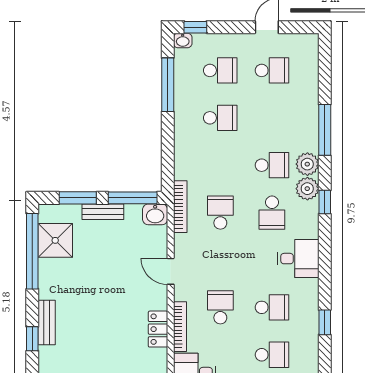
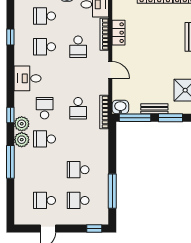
washbasin: (183, 40) -> (102, 220), removed

